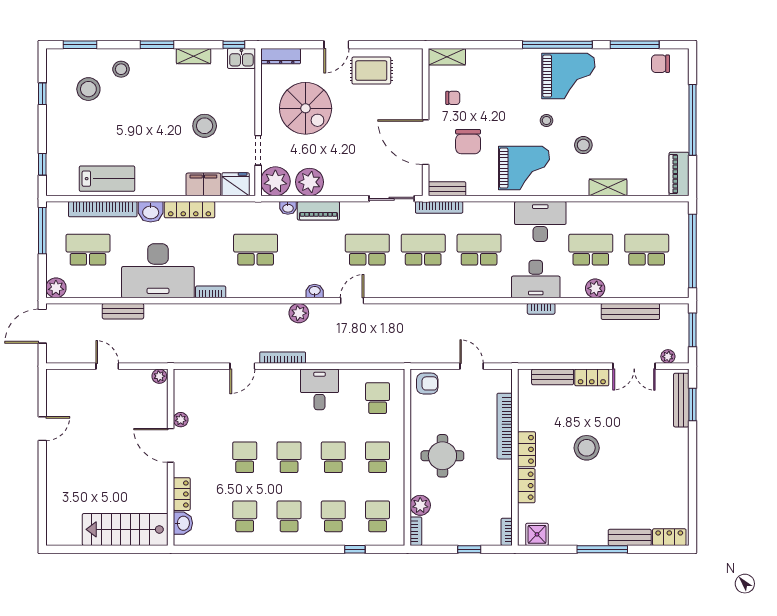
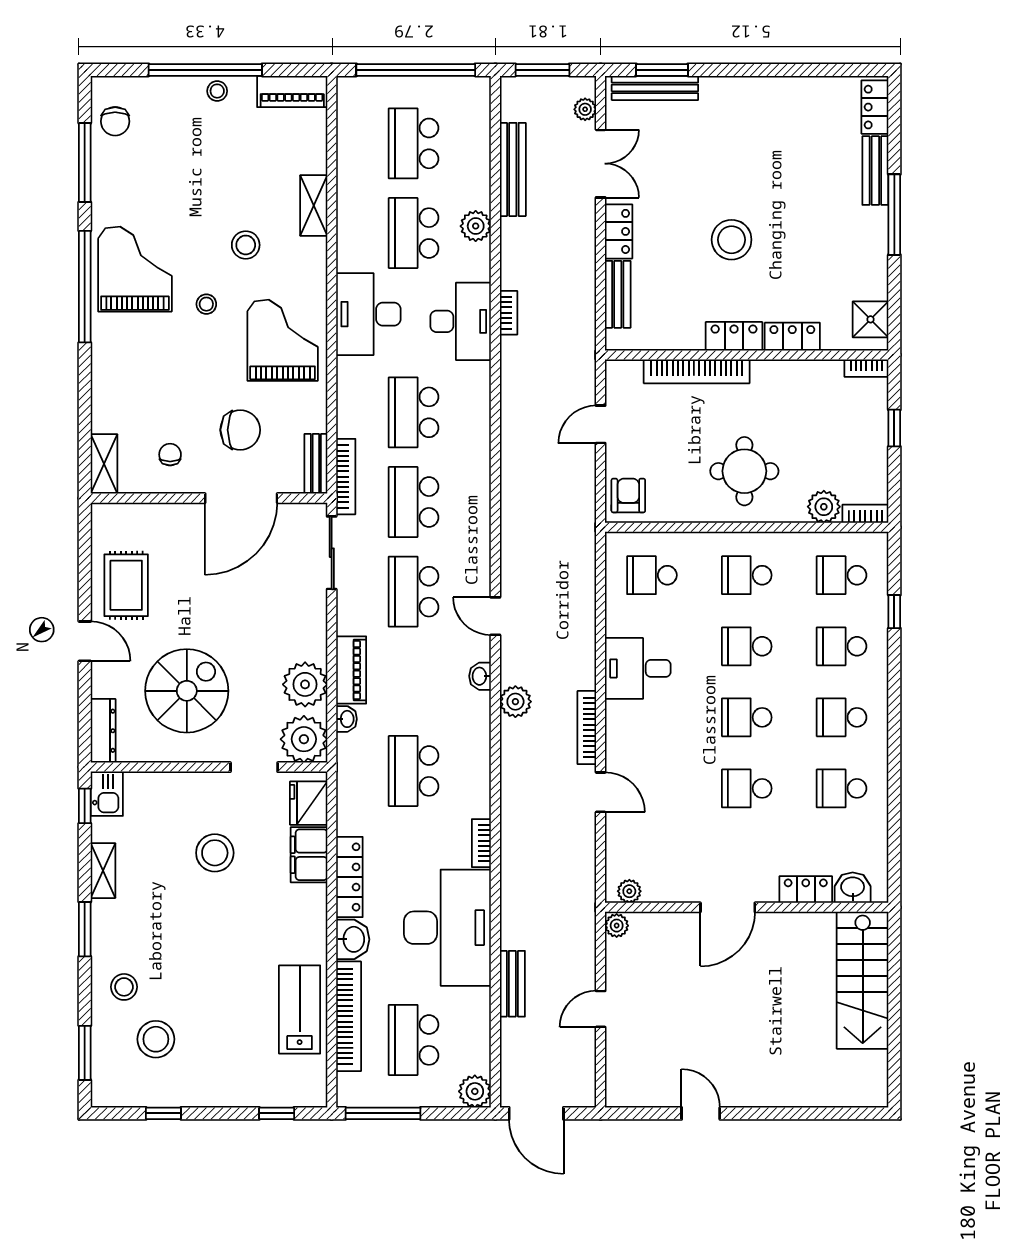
stool: (679, 127) -> (217, 91), added
plant: (181, 420) -> (629, 891), moved

